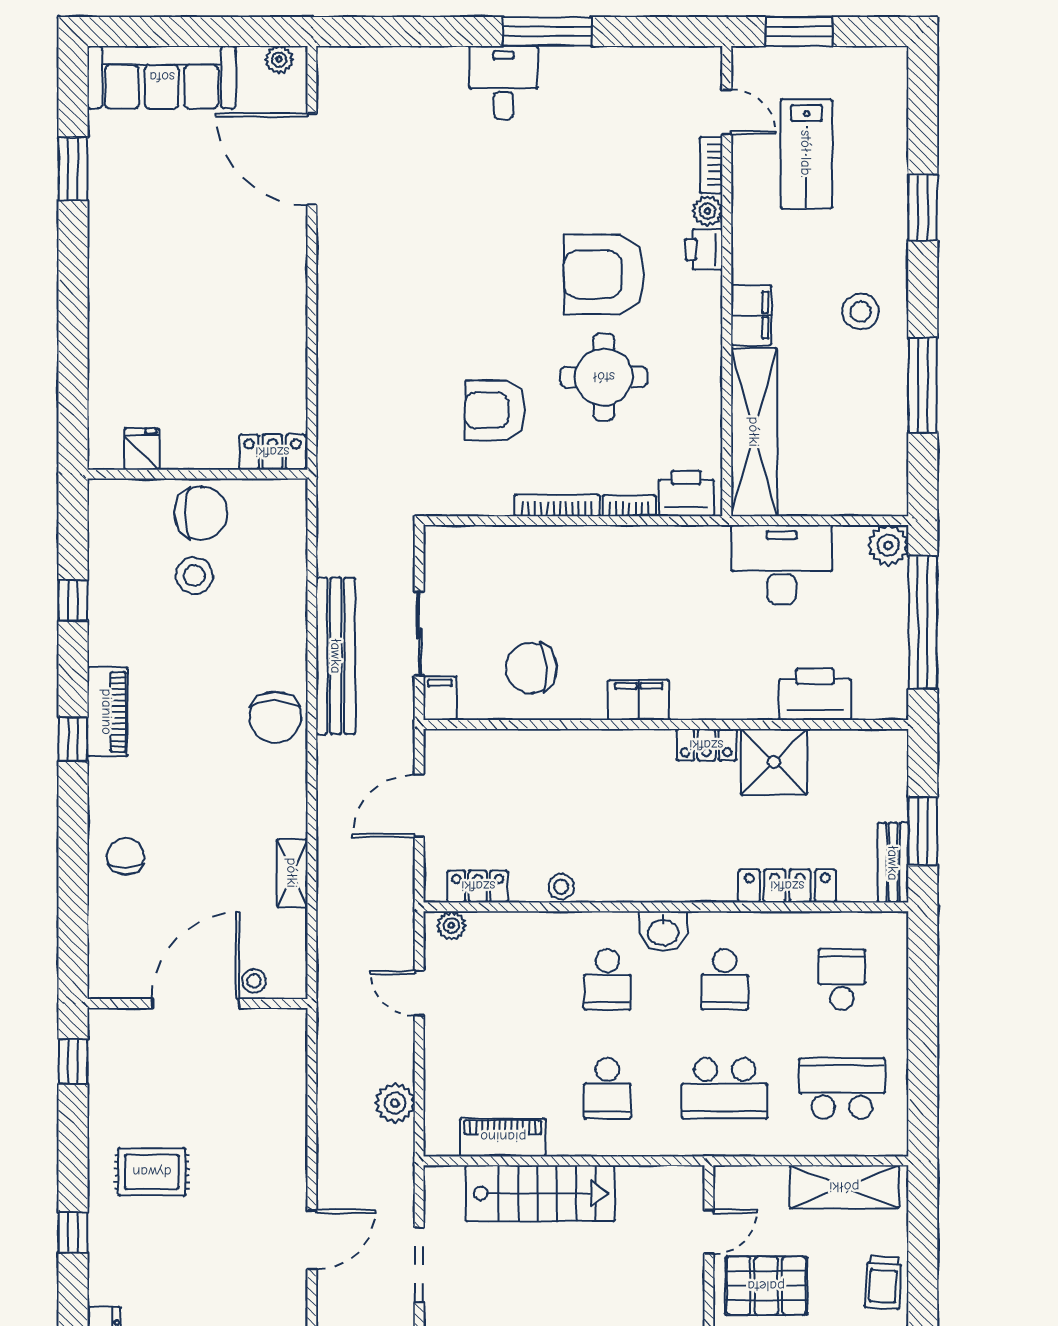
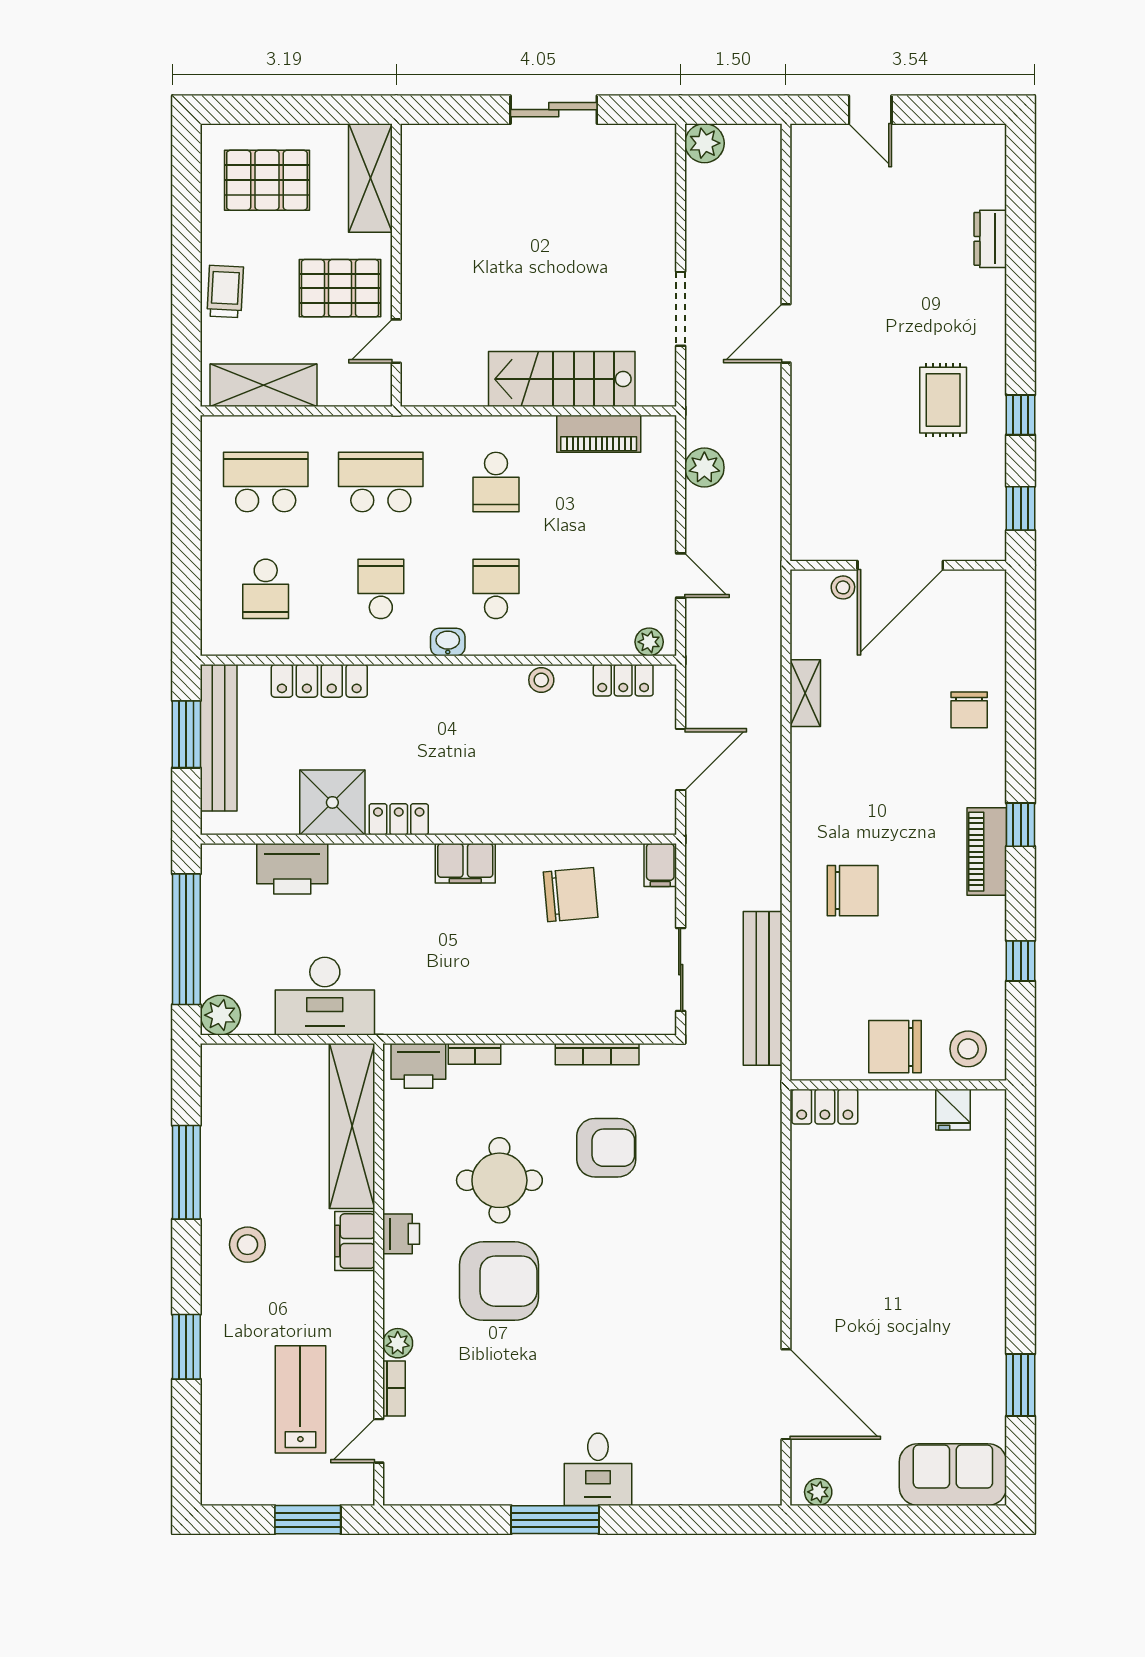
sofa: (162, 77) -> (953, 1475), width x0.73
door: (727, 112) -> (379, 1441), hinge flipped
printer: (704, 249) -> (401, 1234), moved
bookcase: (557, 505) -> (597, 1054), moved
stool: (194, 576) -> (968, 1049), moved
sliding door: (419, 634) -> (681, 970), moved
bench: (336, 656) -> (763, 988), moved
chair: (275, 717) -> (853, 891), moved, turned 90
bench: (893, 863) -> (219, 738), width x1.86, depth x1.21
washbasin: (663, 932) -> (448, 642), width x0.72, depth x0.69
school desk: (607, 1088) -> (496, 482), turned 180
school desk: (842, 1088) -> (266, 482), turned 180
rug: (152, 1172) -> (943, 400), turned 90
window: (73, 1232) -> (1021, 415), moved

